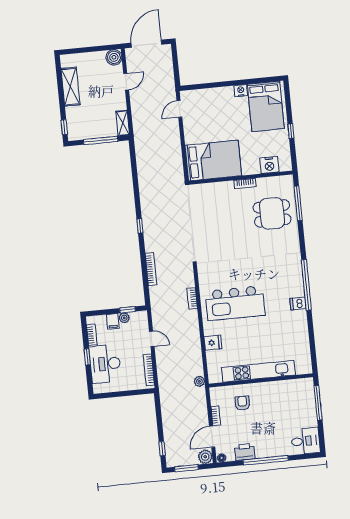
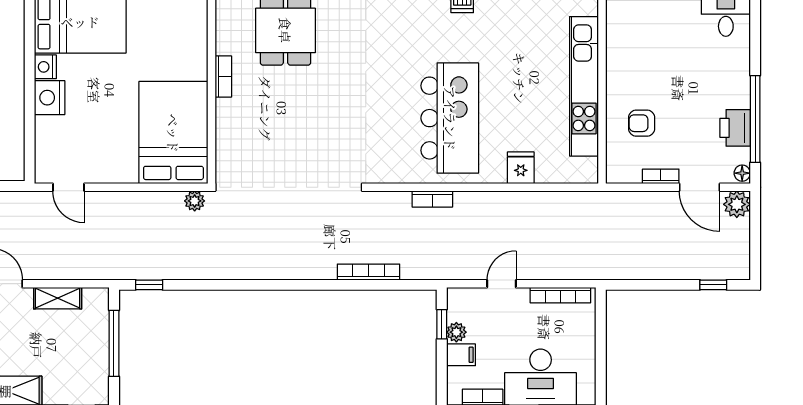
shelving: (123, 123) -> (58, 298), moved
nightstand: (269, 165) -> (50, 98), moved, turned 180
window: (140, 226) -> (149, 285), moved
plant: (199, 381) -> (195, 201), moved
window: (266, 460) -> (755, 119), moved
window: (186, 468) -> (755, 242), removed

